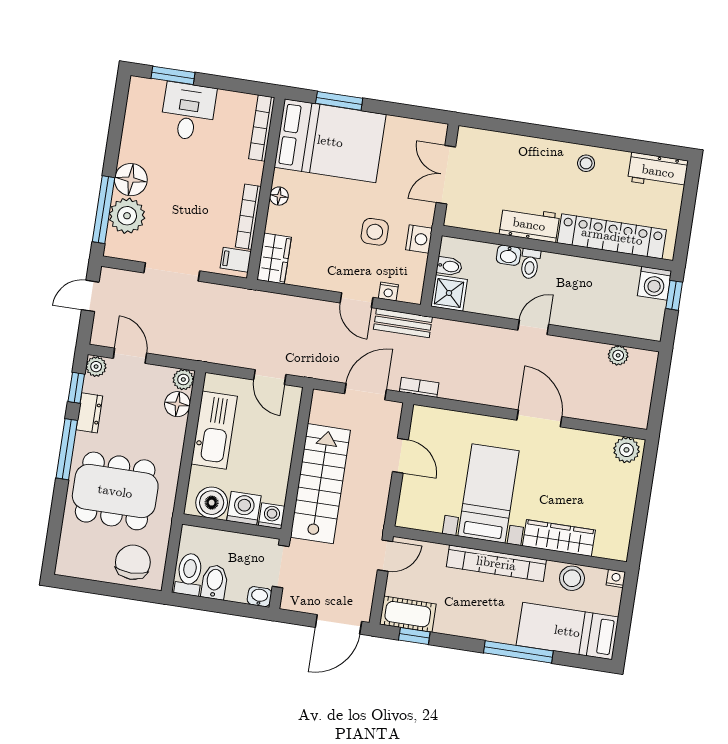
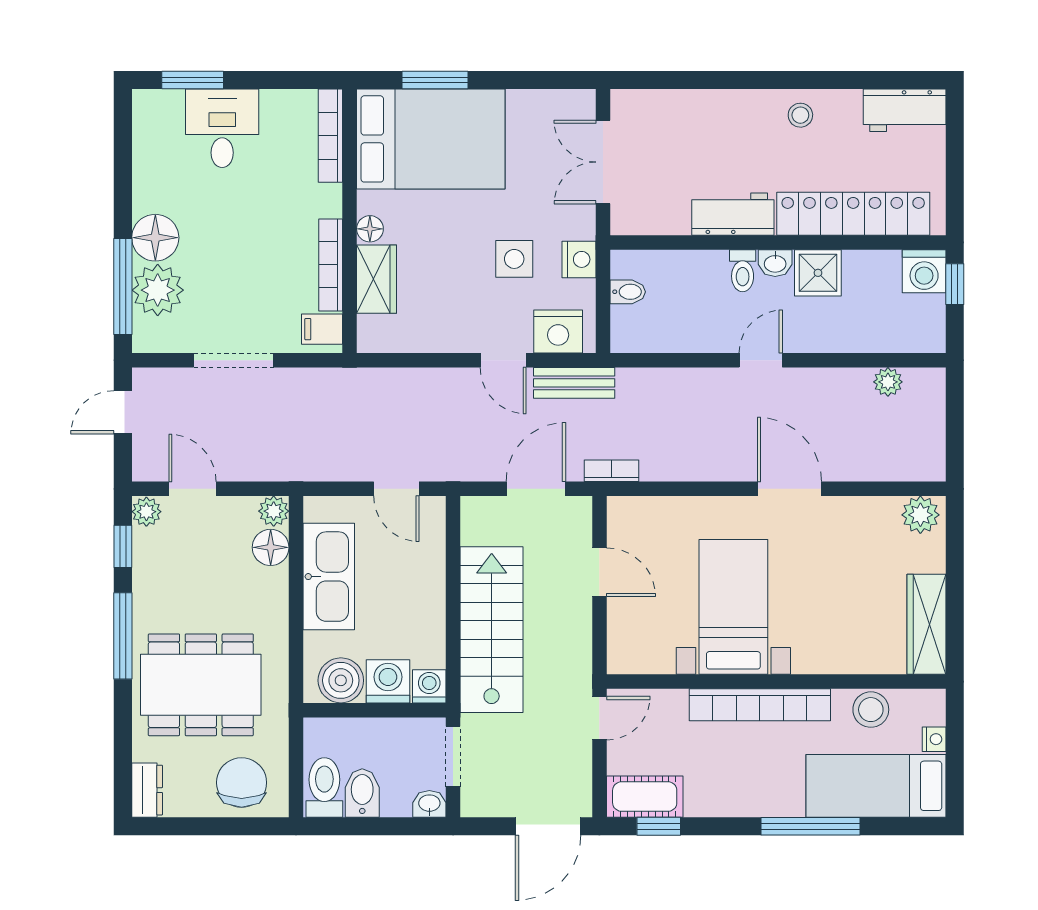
washbasin: (509, 255) -> (775, 263), moved
wardrobe: (274, 258) -> (377, 279), moved
nightstand: (388, 292) -> (558, 331), width x1.89, depth x1.79
shower: (449, 293) -> (818, 273), moved
dresser: (89, 413) -> (147, 790), moved
wardrobe: (559, 538) -> (926, 624), moved, turned -90
nightstand: (616, 578) -> (934, 739), moved, turned 90

